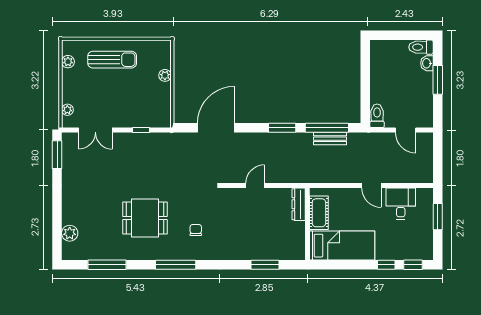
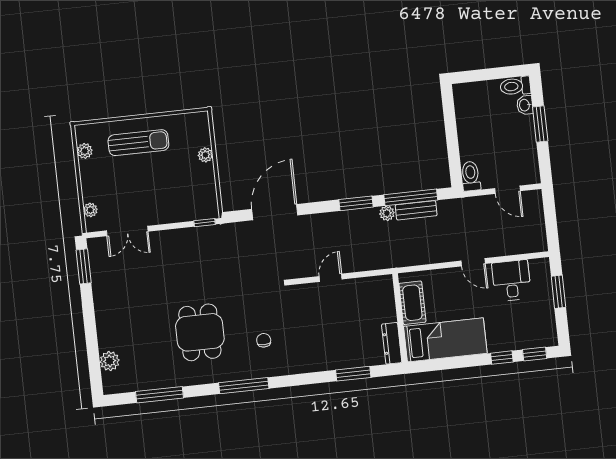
window: (141, 130) -> (205, 223), moved
plant: (306, 138) -> (387, 213), added
dresser: (299, 204) -> (392, 343), moved
dining table: (145, 218) -> (200, 332), turned 90

